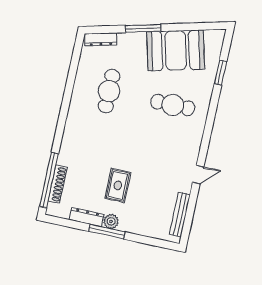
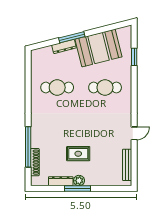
dresser: (101, 39) -> (64, 46), moved
cafe table: (109, 91) -> (57, 87), turned 90
window: (49, 180) -> (28, 147), moved
rug: (118, 185) -> (78, 154), turned 90

